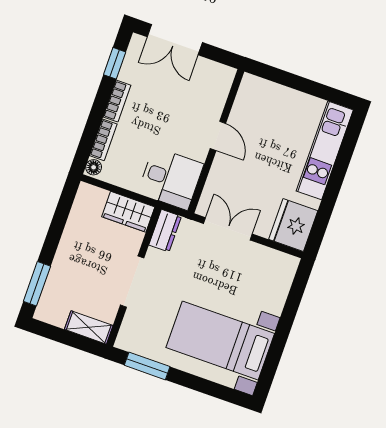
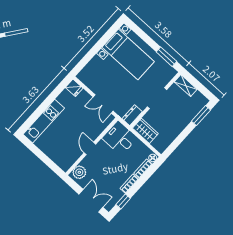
plant: (219, 83) -> (79, 172), added
fridge: (293, 225) -> (74, 88), width x0.53, depth x0.75

